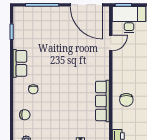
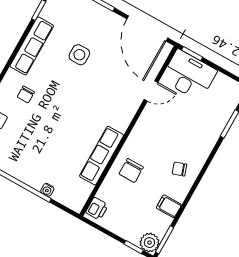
side table: (53, 45) -> (79, 55), added
row of seats: (20, 63) -> (32, 46), width x1.48

